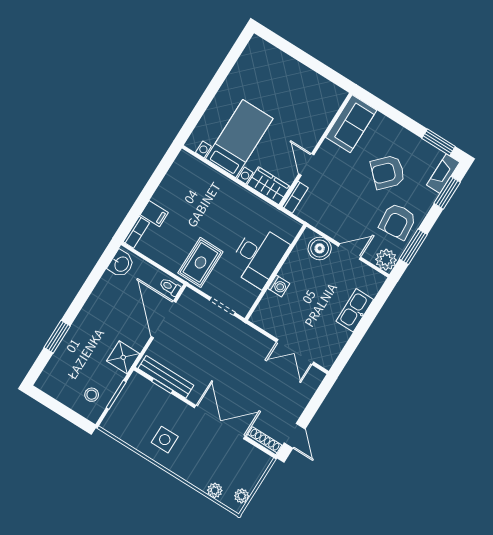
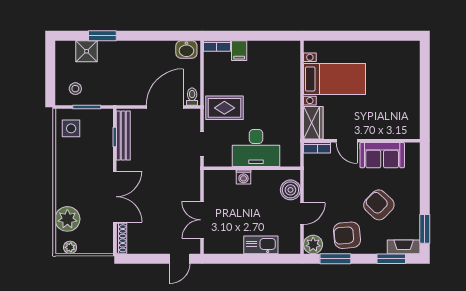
sofa: (351, 124) -> (382, 155), moved
door: (306, 164) -> (347, 141), swing flipped
door: (350, 252) -> (302, 214), hinge flipped
shower: (123, 357) -> (87, 51), moved
door: (295, 436) -> (180, 259), moved
side table: (165, 440) -> (71, 128), moved
plant: (215, 490) -> (67, 219), width x1.88, depth x1.88

